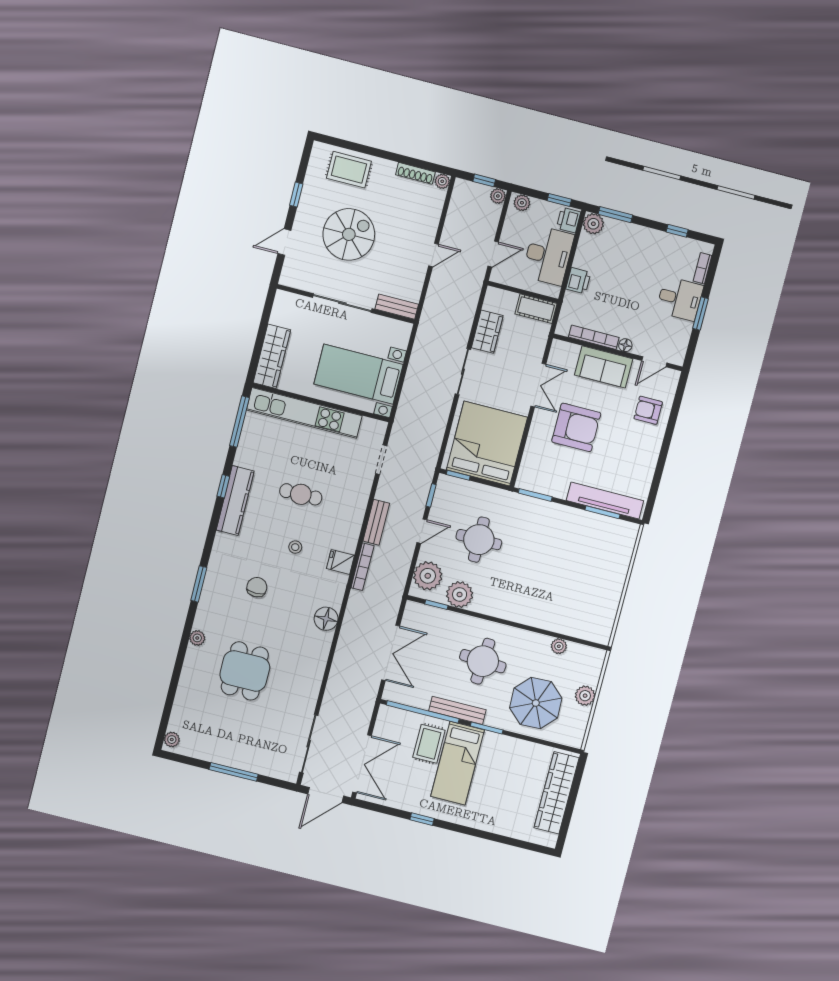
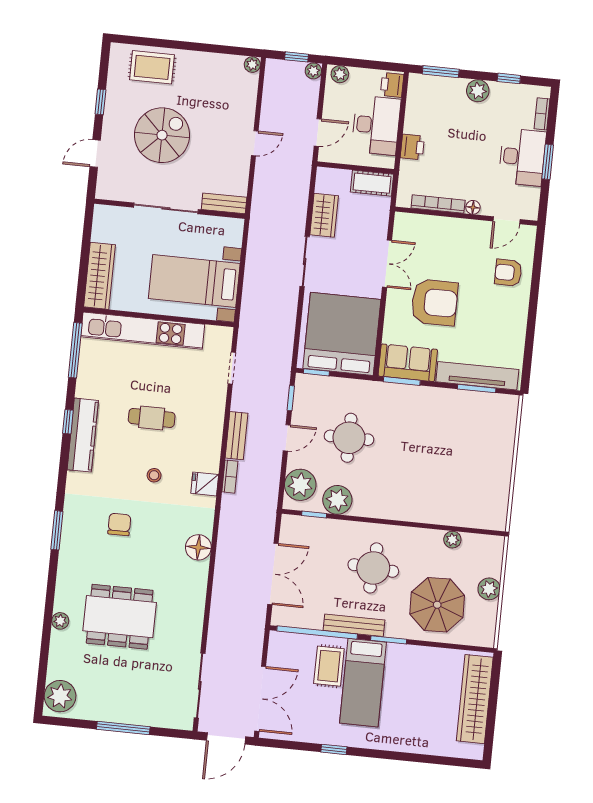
shoe rack: (415, 173) -> (223, 60), removed
window: (559, 200) -> (379, 65), removed
plant: (593, 224) -> (478, 91), moved
desk: (680, 299) -> (522, 157), width x1.37
sofa: (604, 367) -> (408, 363), moved, turned 180
bookcase: (362, 567) -> (230, 477), width x0.64
plant: (197, 638) -> (60, 621), moved
dining table: (245, 671) -> (120, 617), width x1.38
plant: (172, 740) -> (60, 696), width x1.87, depth x1.87

